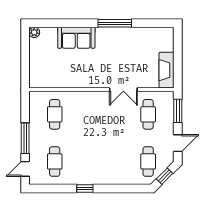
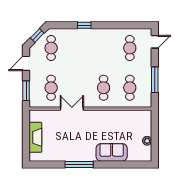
plant: (34, 32) -> (147, 141), moved
fireplace: (167, 70) -> (35, 137), moved
cafe table: (86, 114) -> (104, 88), added
window: (25, 138) -> (155, 80), moved
window: (85, 188) -> (84, 25), moved

